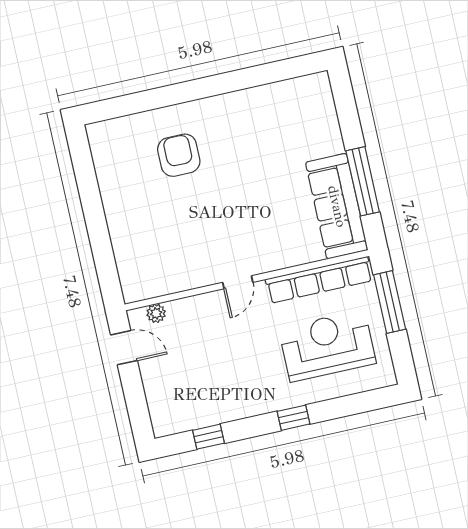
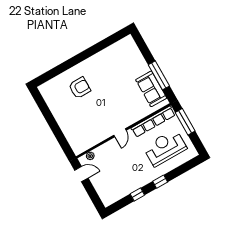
armchair: (179, 155) -> (80, 88), turned 90
sofa: (337, 206) -> (151, 89), width x0.73
window: (209, 437) -> (137, 195), moved

